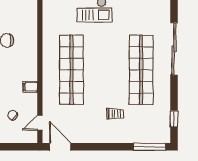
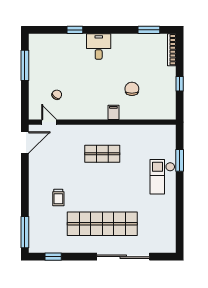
shop shelf: (72, 70) -> (102, 154), width x0.50, depth x0.74
filing cabinet: (30, 87) -> (113, 112), moved

